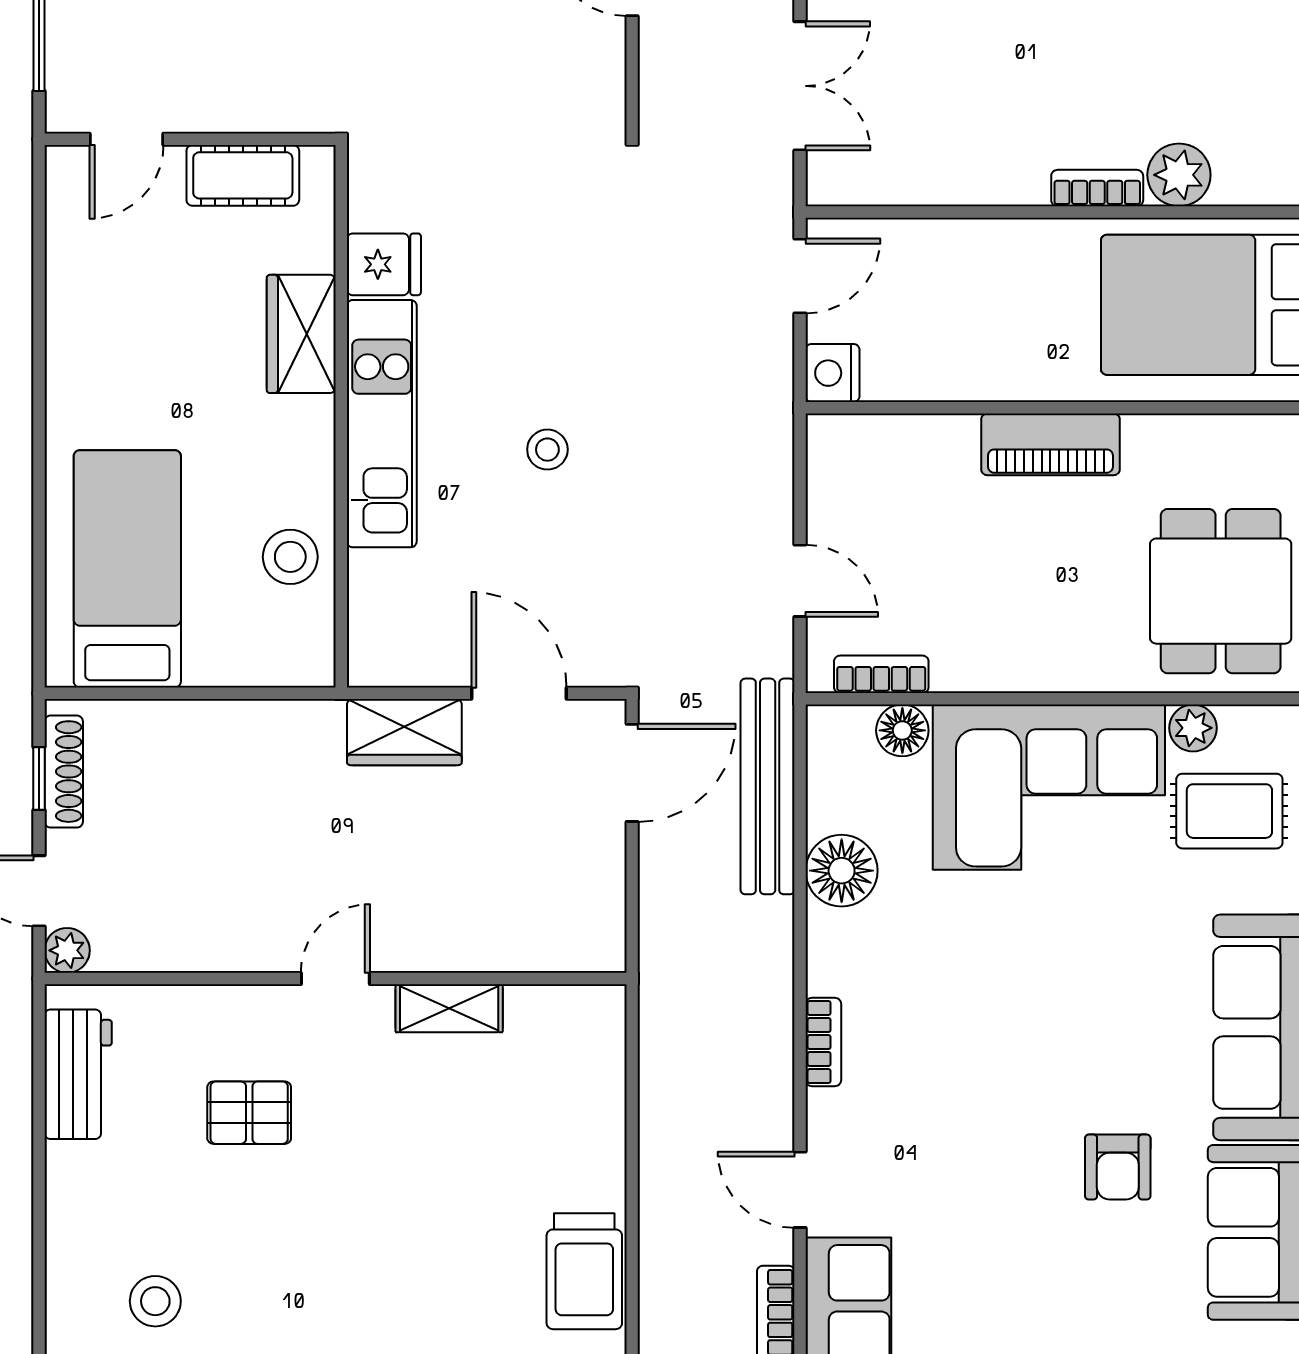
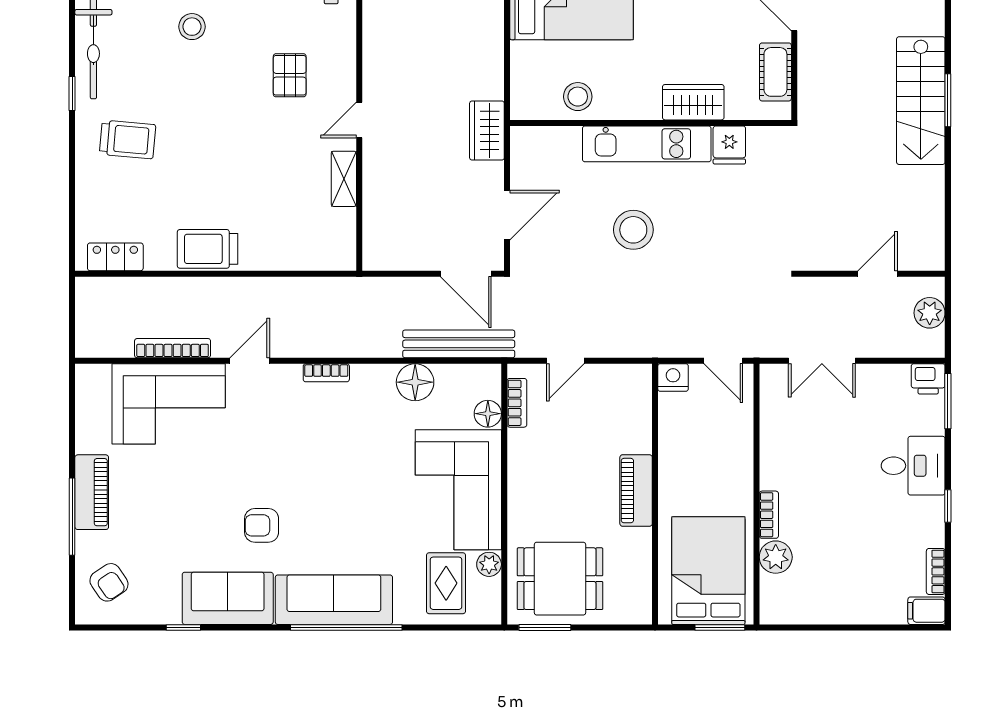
stool: (547, 450) -> (633, 230), width x1.89, depth x1.89
wardrobe: (404, 732) -> (487, 131), moved
door: (335, 979) -> (359, 120), swing flipped

